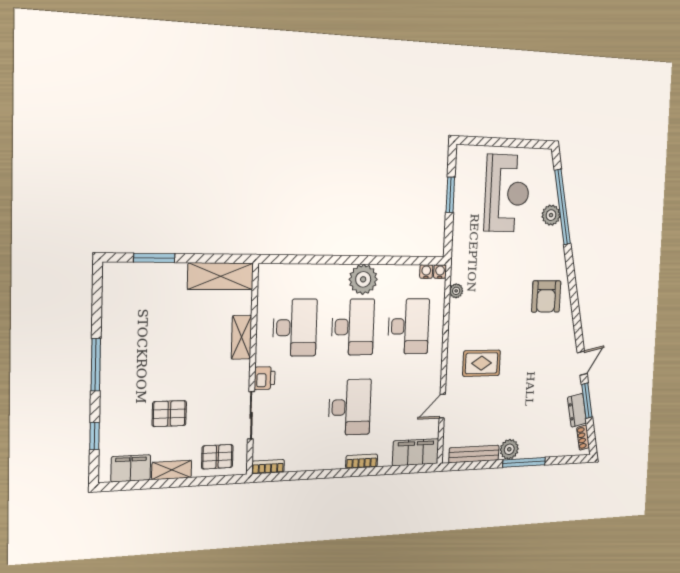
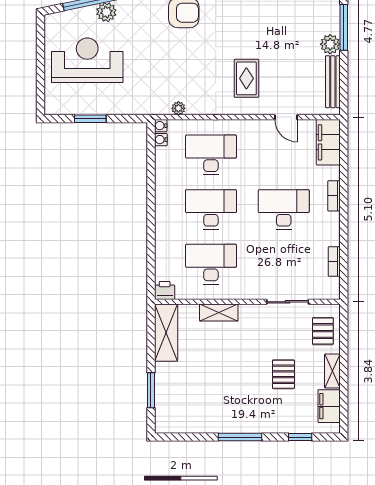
plant: (363, 279) -> (168, 201), removed
printer: (265, 378) -> (165, 290), moved
bookcase: (268, 467) -> (334, 261), moved

